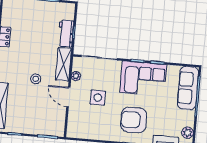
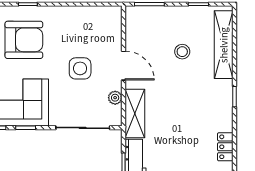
stool: (36, 79) -> (182, 52), moved

